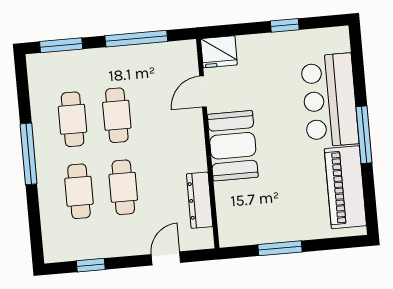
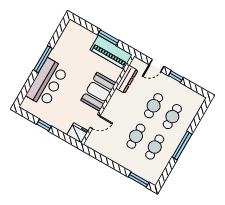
window: (136, 39) -> (107, 161), removed
piano: (345, 187) -> (111, 52), moved, turned 90
window: (91, 265) -> (176, 77), moved

